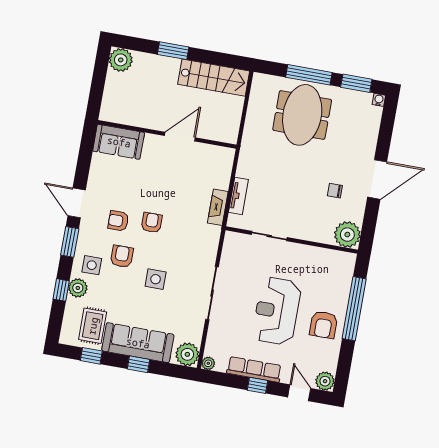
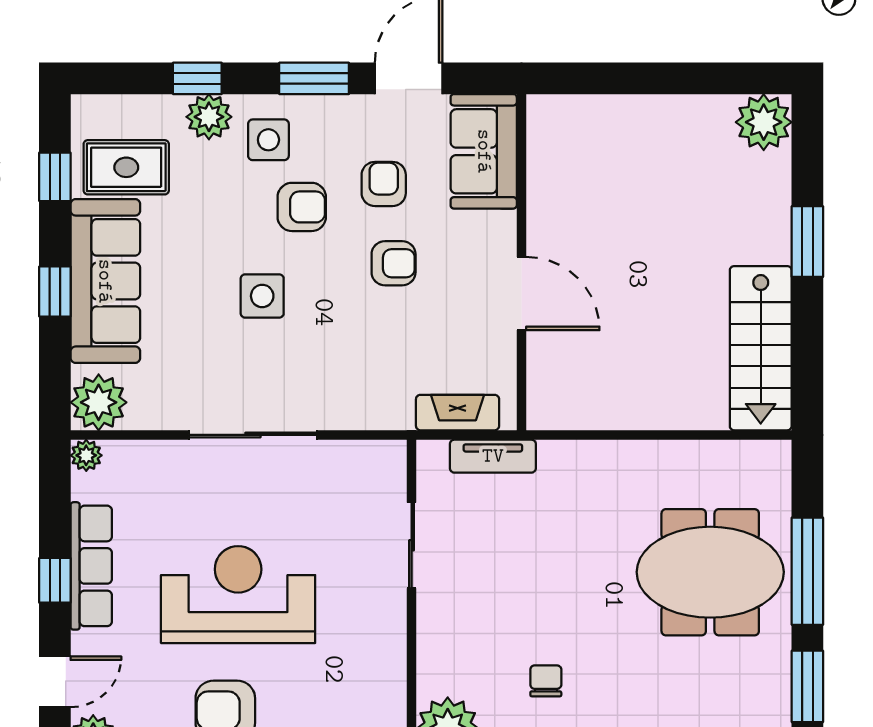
wall: (167, 134) -> (521, 262), moved
door: (180, 137) -> (521, 294), moved
sofa: (119, 142) -> (484, 151), moved

